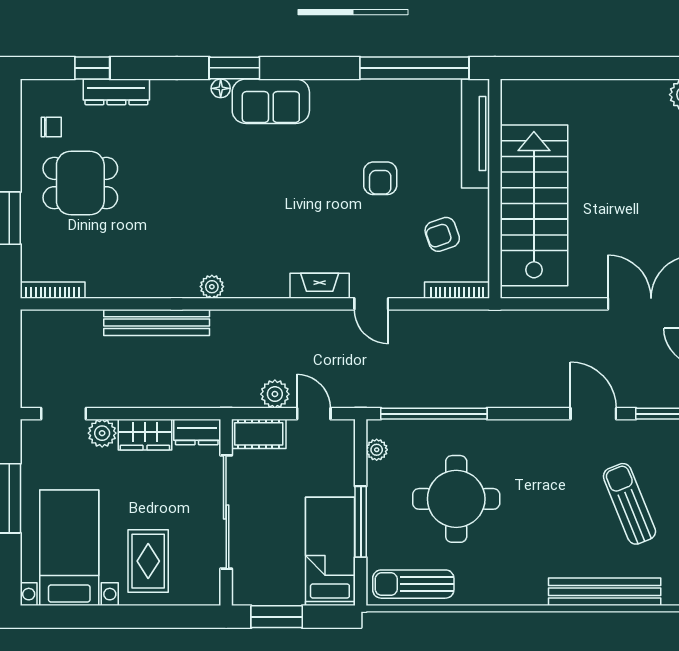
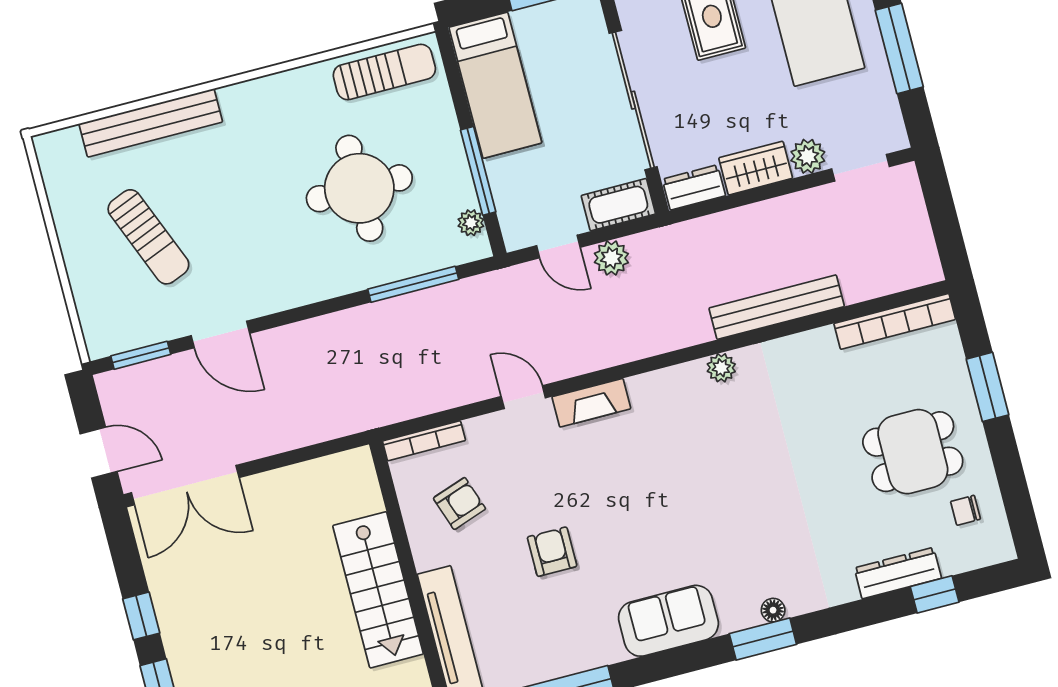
sofa: (271, 101) -> (668, 621), moved
stairs: (534, 205) -> (378, 590), width x0.73, depth x0.66
bookcase: (53, 290) -> (895, 321), width x1.48, depth x1.31
window: (434, 414) -> (413, 284), width x0.68
window: (361, 522) -> (478, 171), moved

